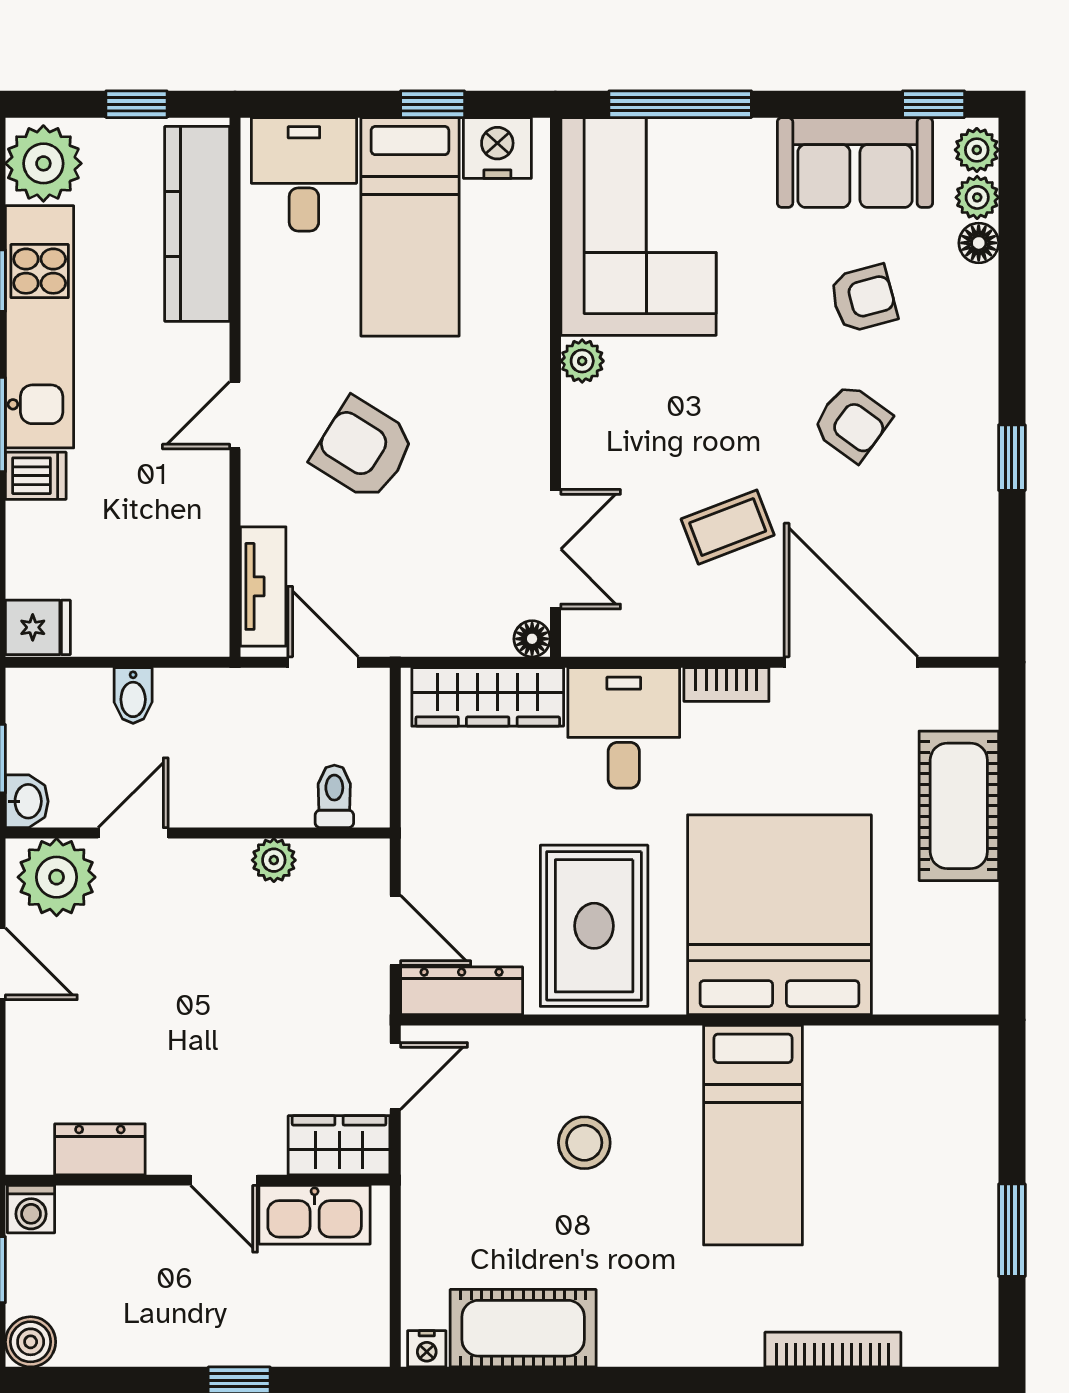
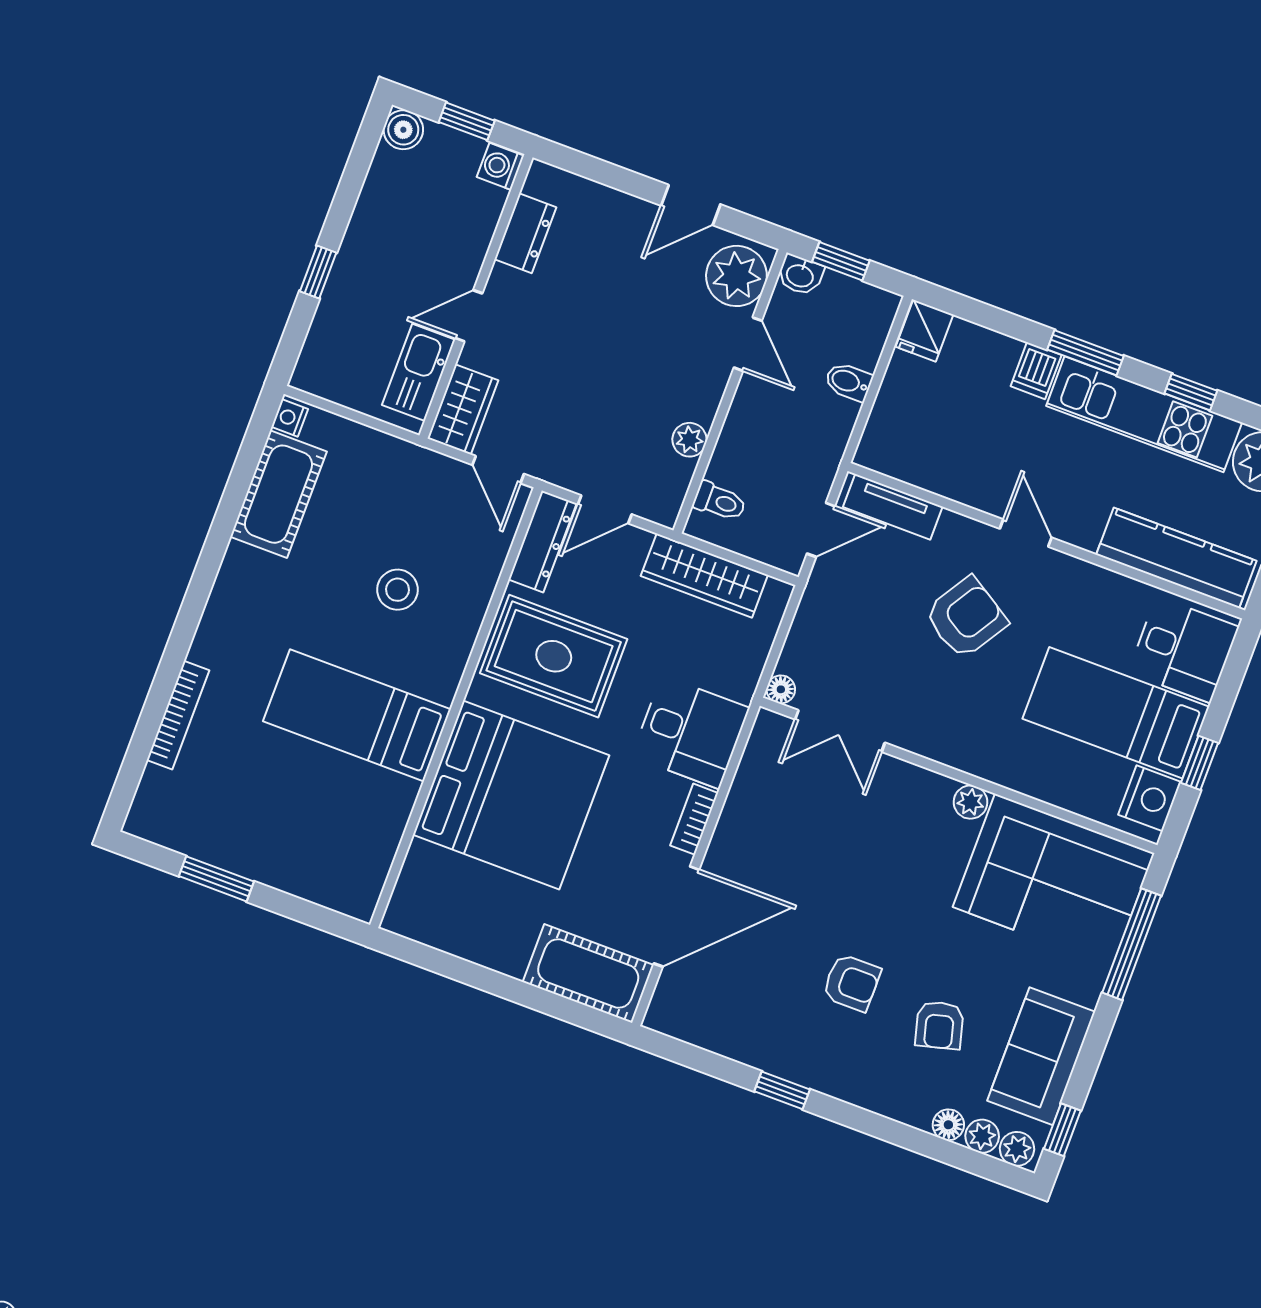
armchair: (852, 423) -> (852, 983), turned -126
coffee table: (728, 527) -> (809, 863), removed
wardrobe: (488, 697) -> (704, 576), moved, turned -90
cot: (959, 806) -> (588, 974), moved

